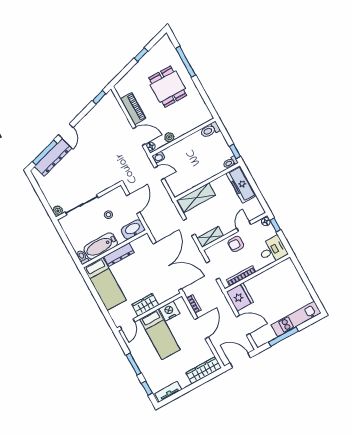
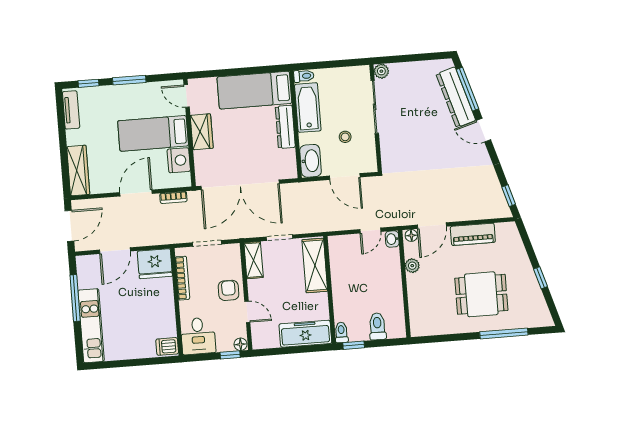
toilet: (210, 130) -> (377, 326), moved
dishwasher: (288, 266) -> (167, 346), added
door: (201, 328) -> (136, 193), swing flipped

